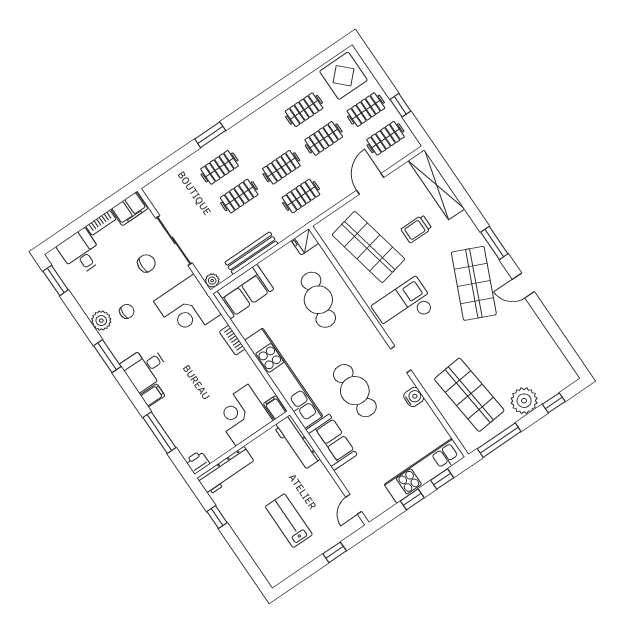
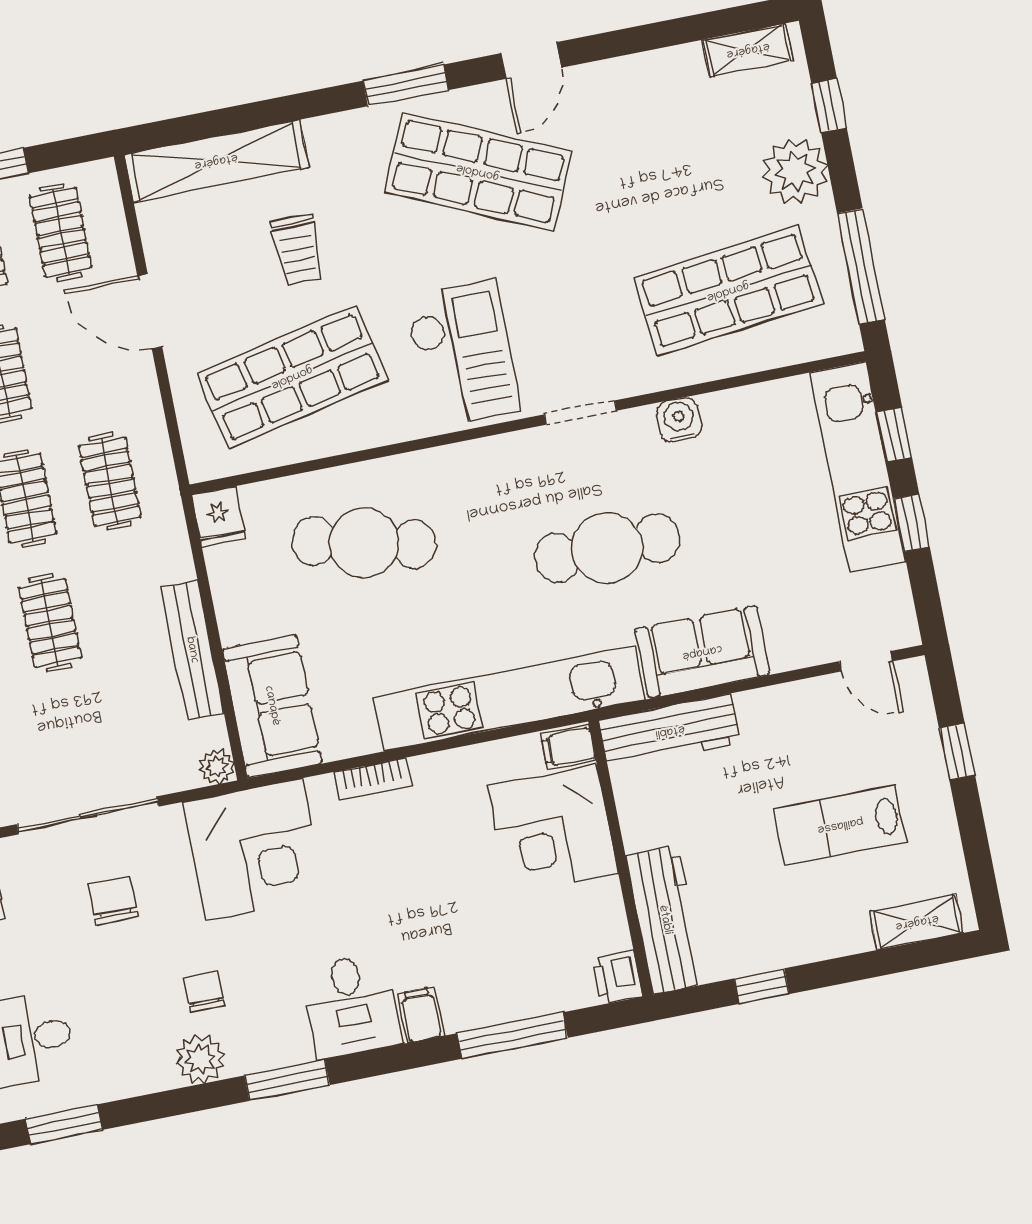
checkout: (404, 306) -> (463, 354), turned 180
shelving: (561, 364) -> (748, 50), added
shelving: (265, 564) -> (917, 922), added

